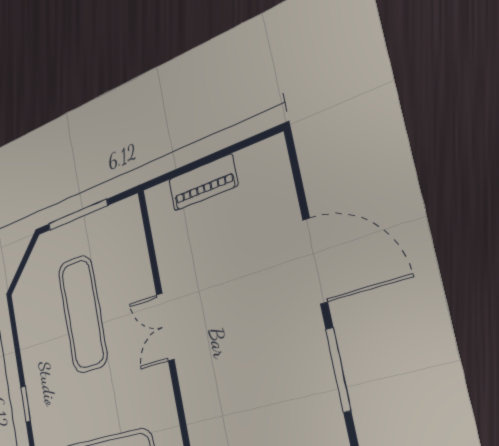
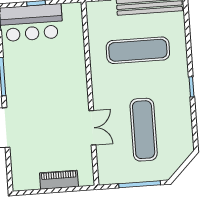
double door: (165, 327) -> (92, 128), moved

